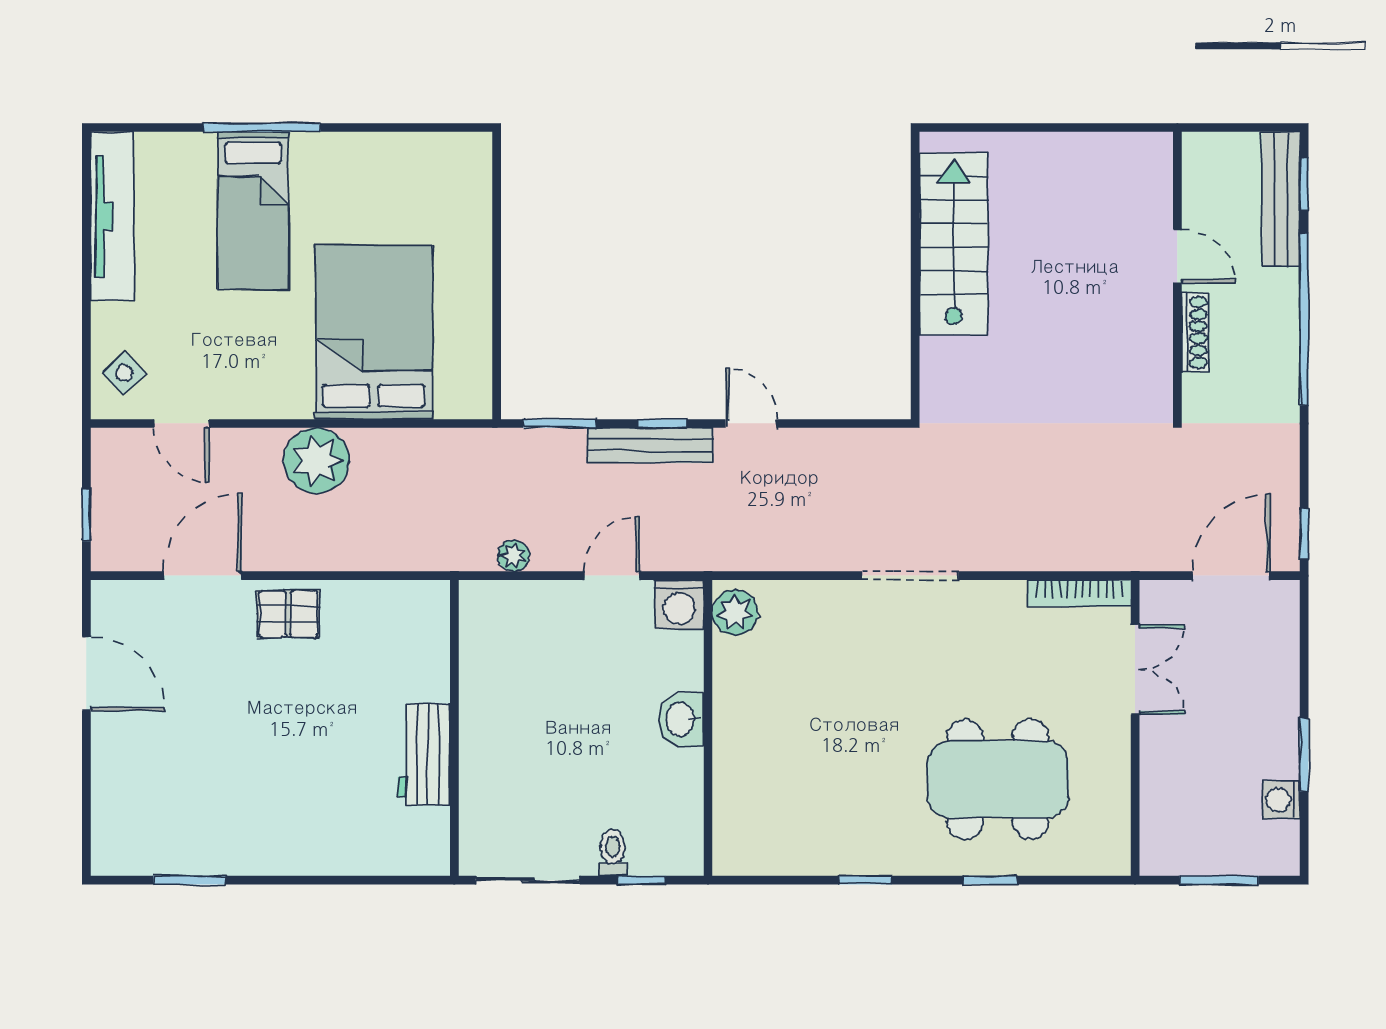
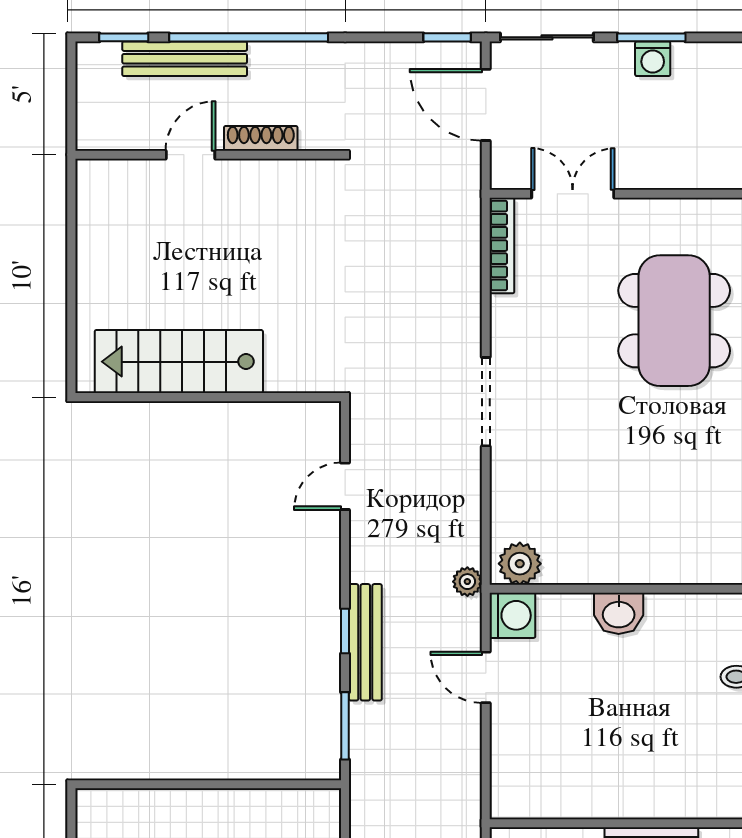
bench: (1281, 199) -> (185, 59), moved
door: (751, 423) -> (345, 486), moved
plant: (513, 556) -> (467, 582), moved
sliding door: (1304, 642) -> (547, 37), added
washing machine: (1281, 800) -> (653, 59), moved

